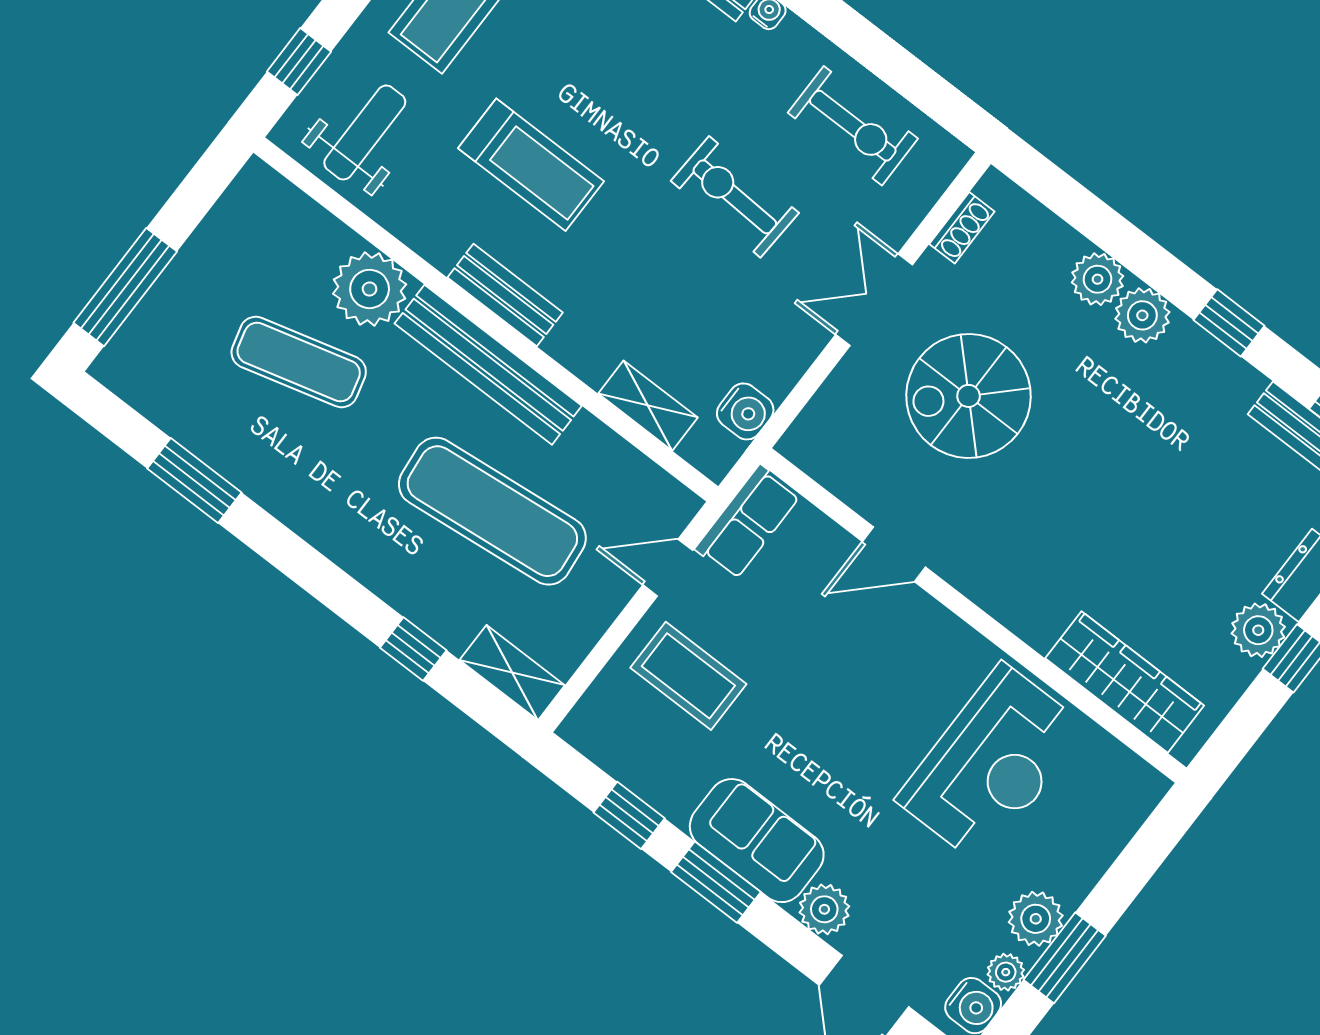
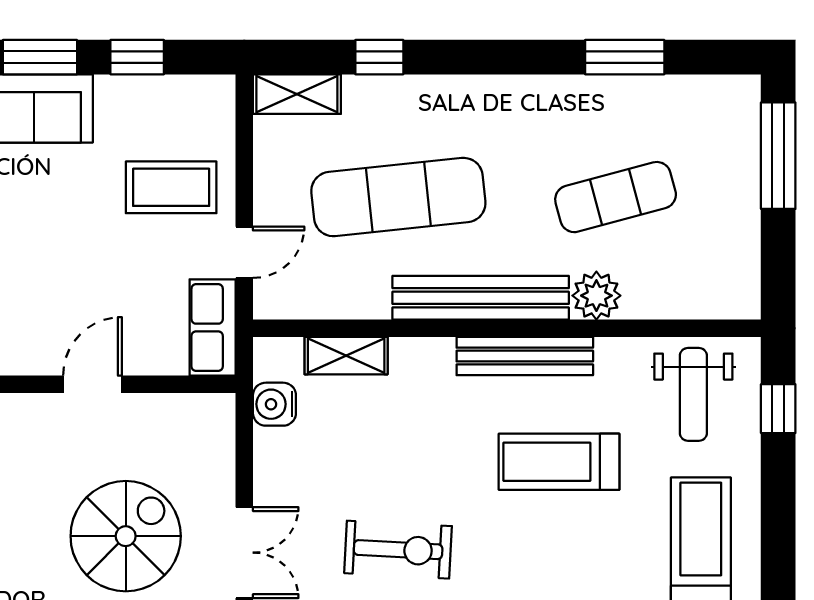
plant: (370, 289) -> (596, 296), width x0.73, depth x0.73
bench: (505, 295) -> (525, 356), width x1.36

